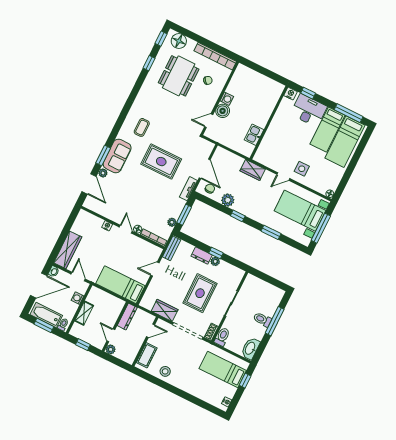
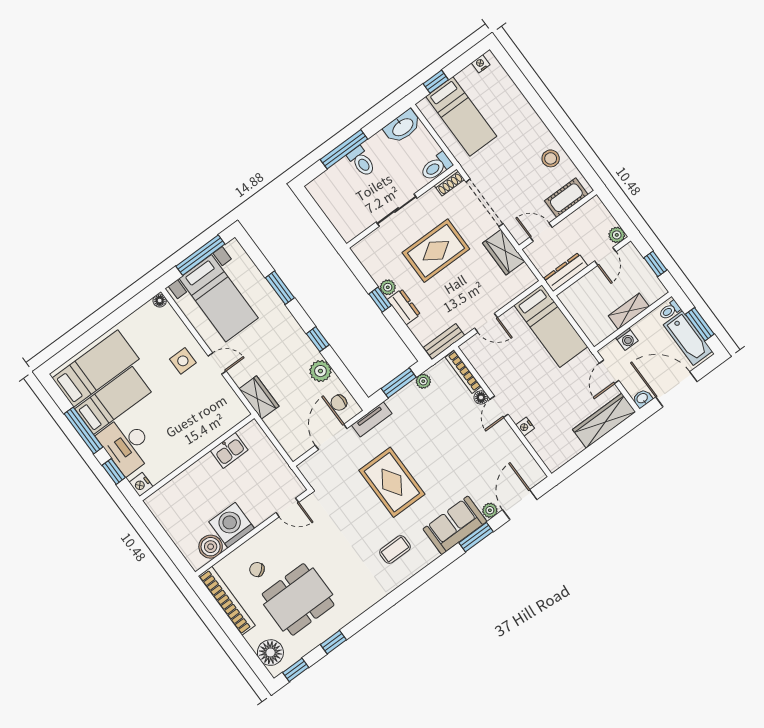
washing machine: (227, 99) -> (232, 525), width x1.89, depth x1.89
boiler: (223, 111) -> (211, 547), moved
window: (349, 113) -> (83, 430), moved

